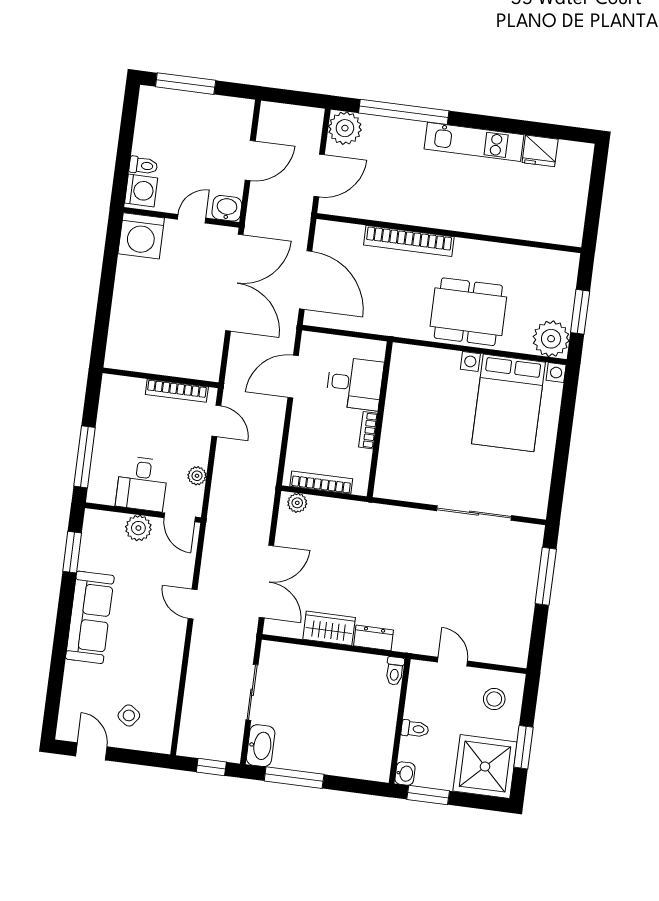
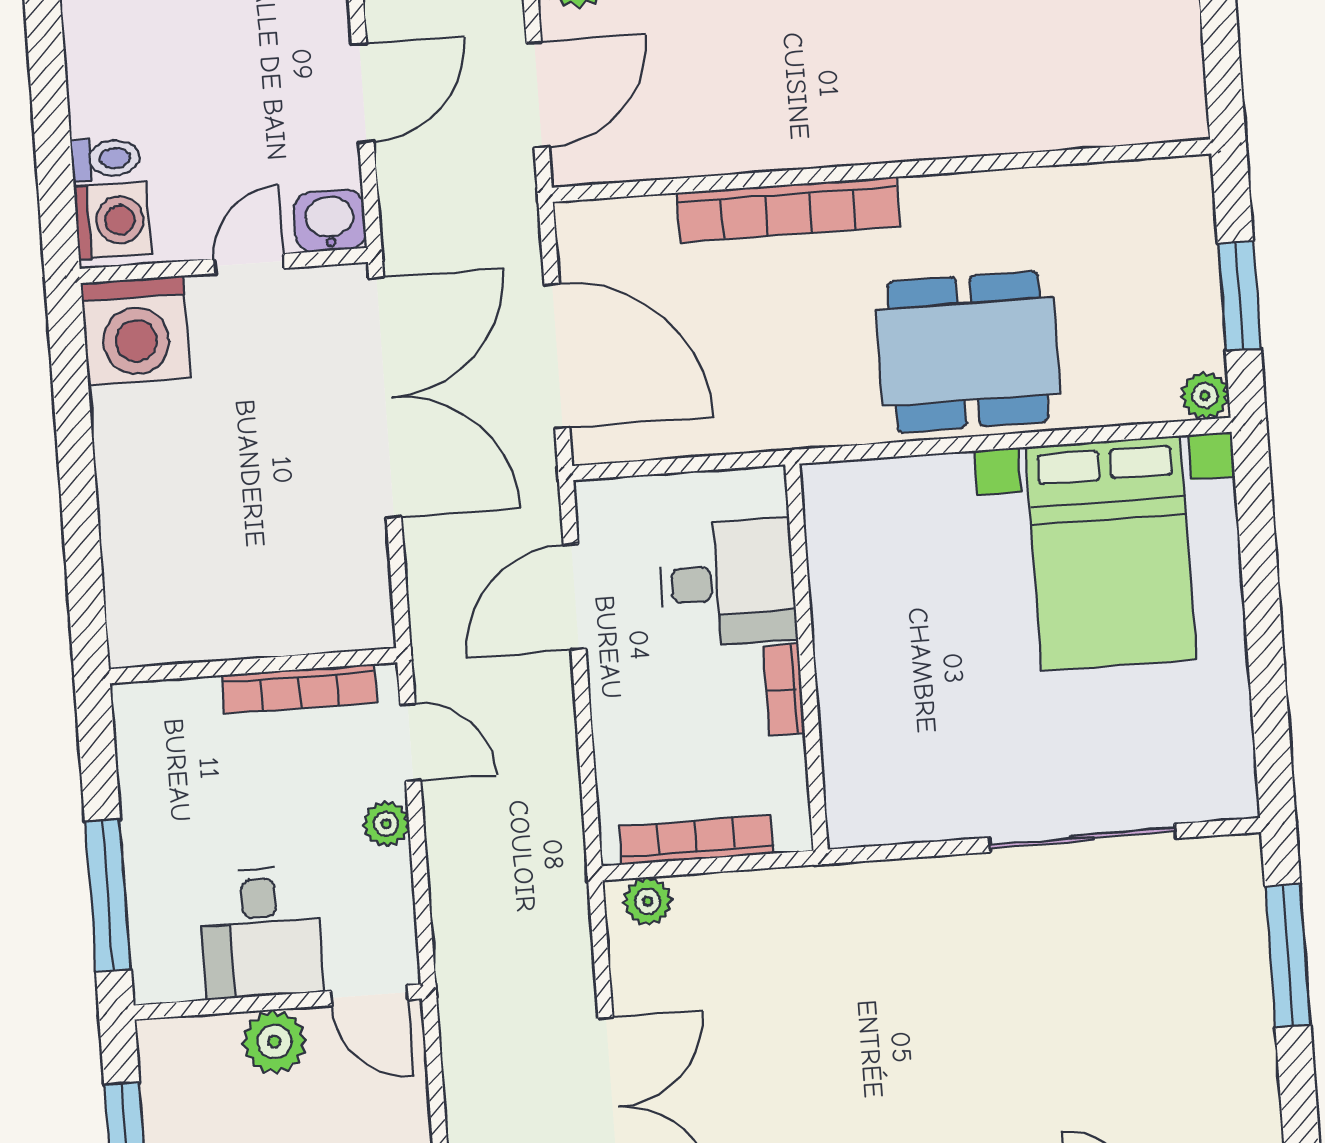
plant: (551, 339) -> (1205, 396), width x0.53, depth x0.53
plant: (197, 476) -> (386, 824), moved

